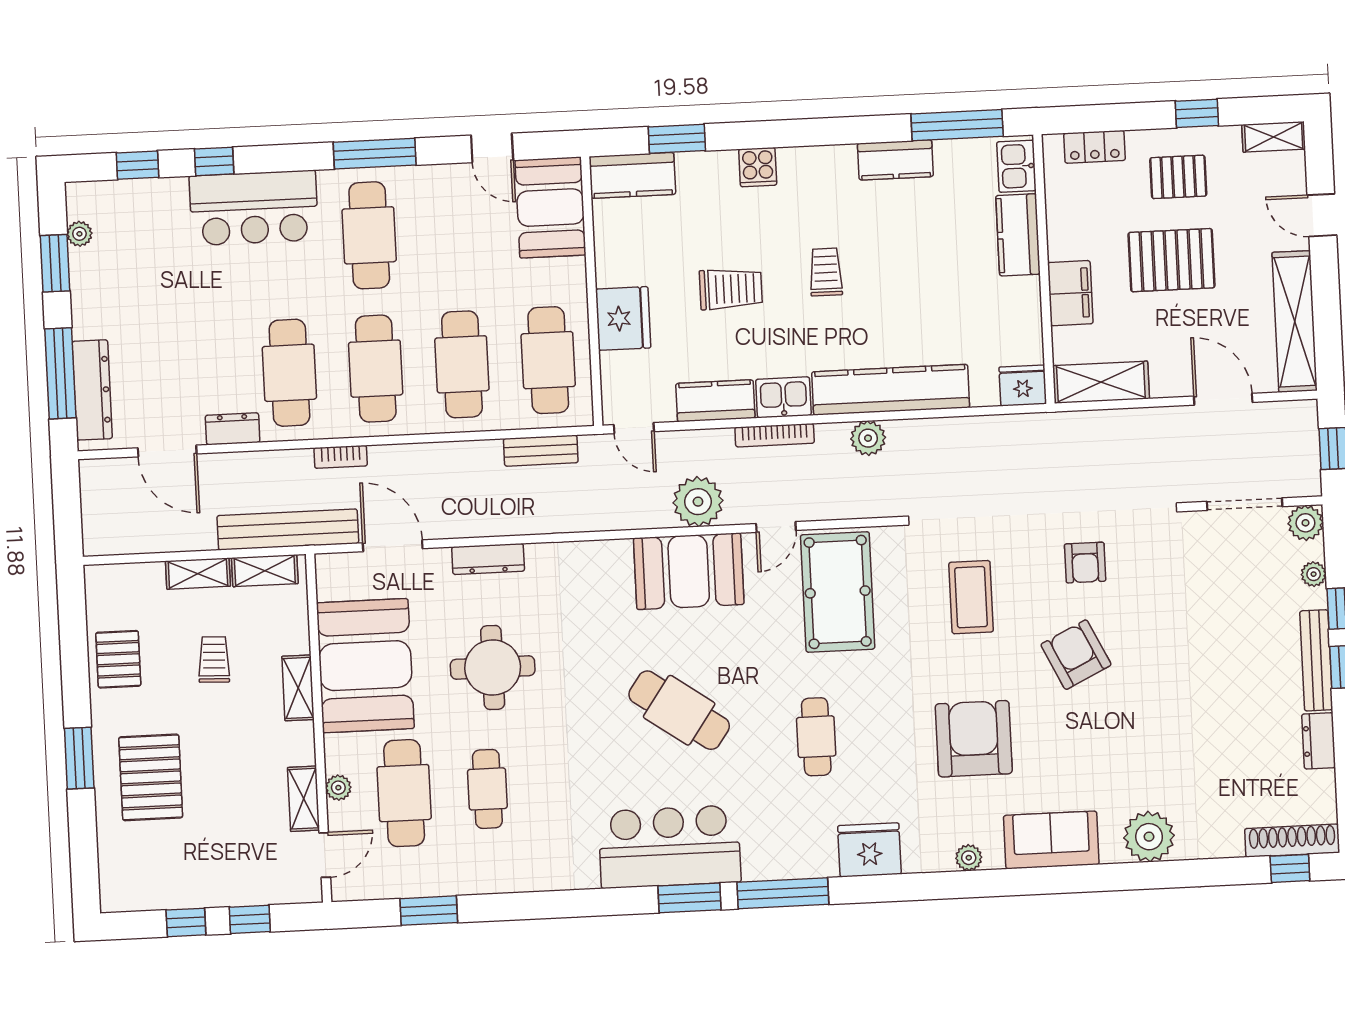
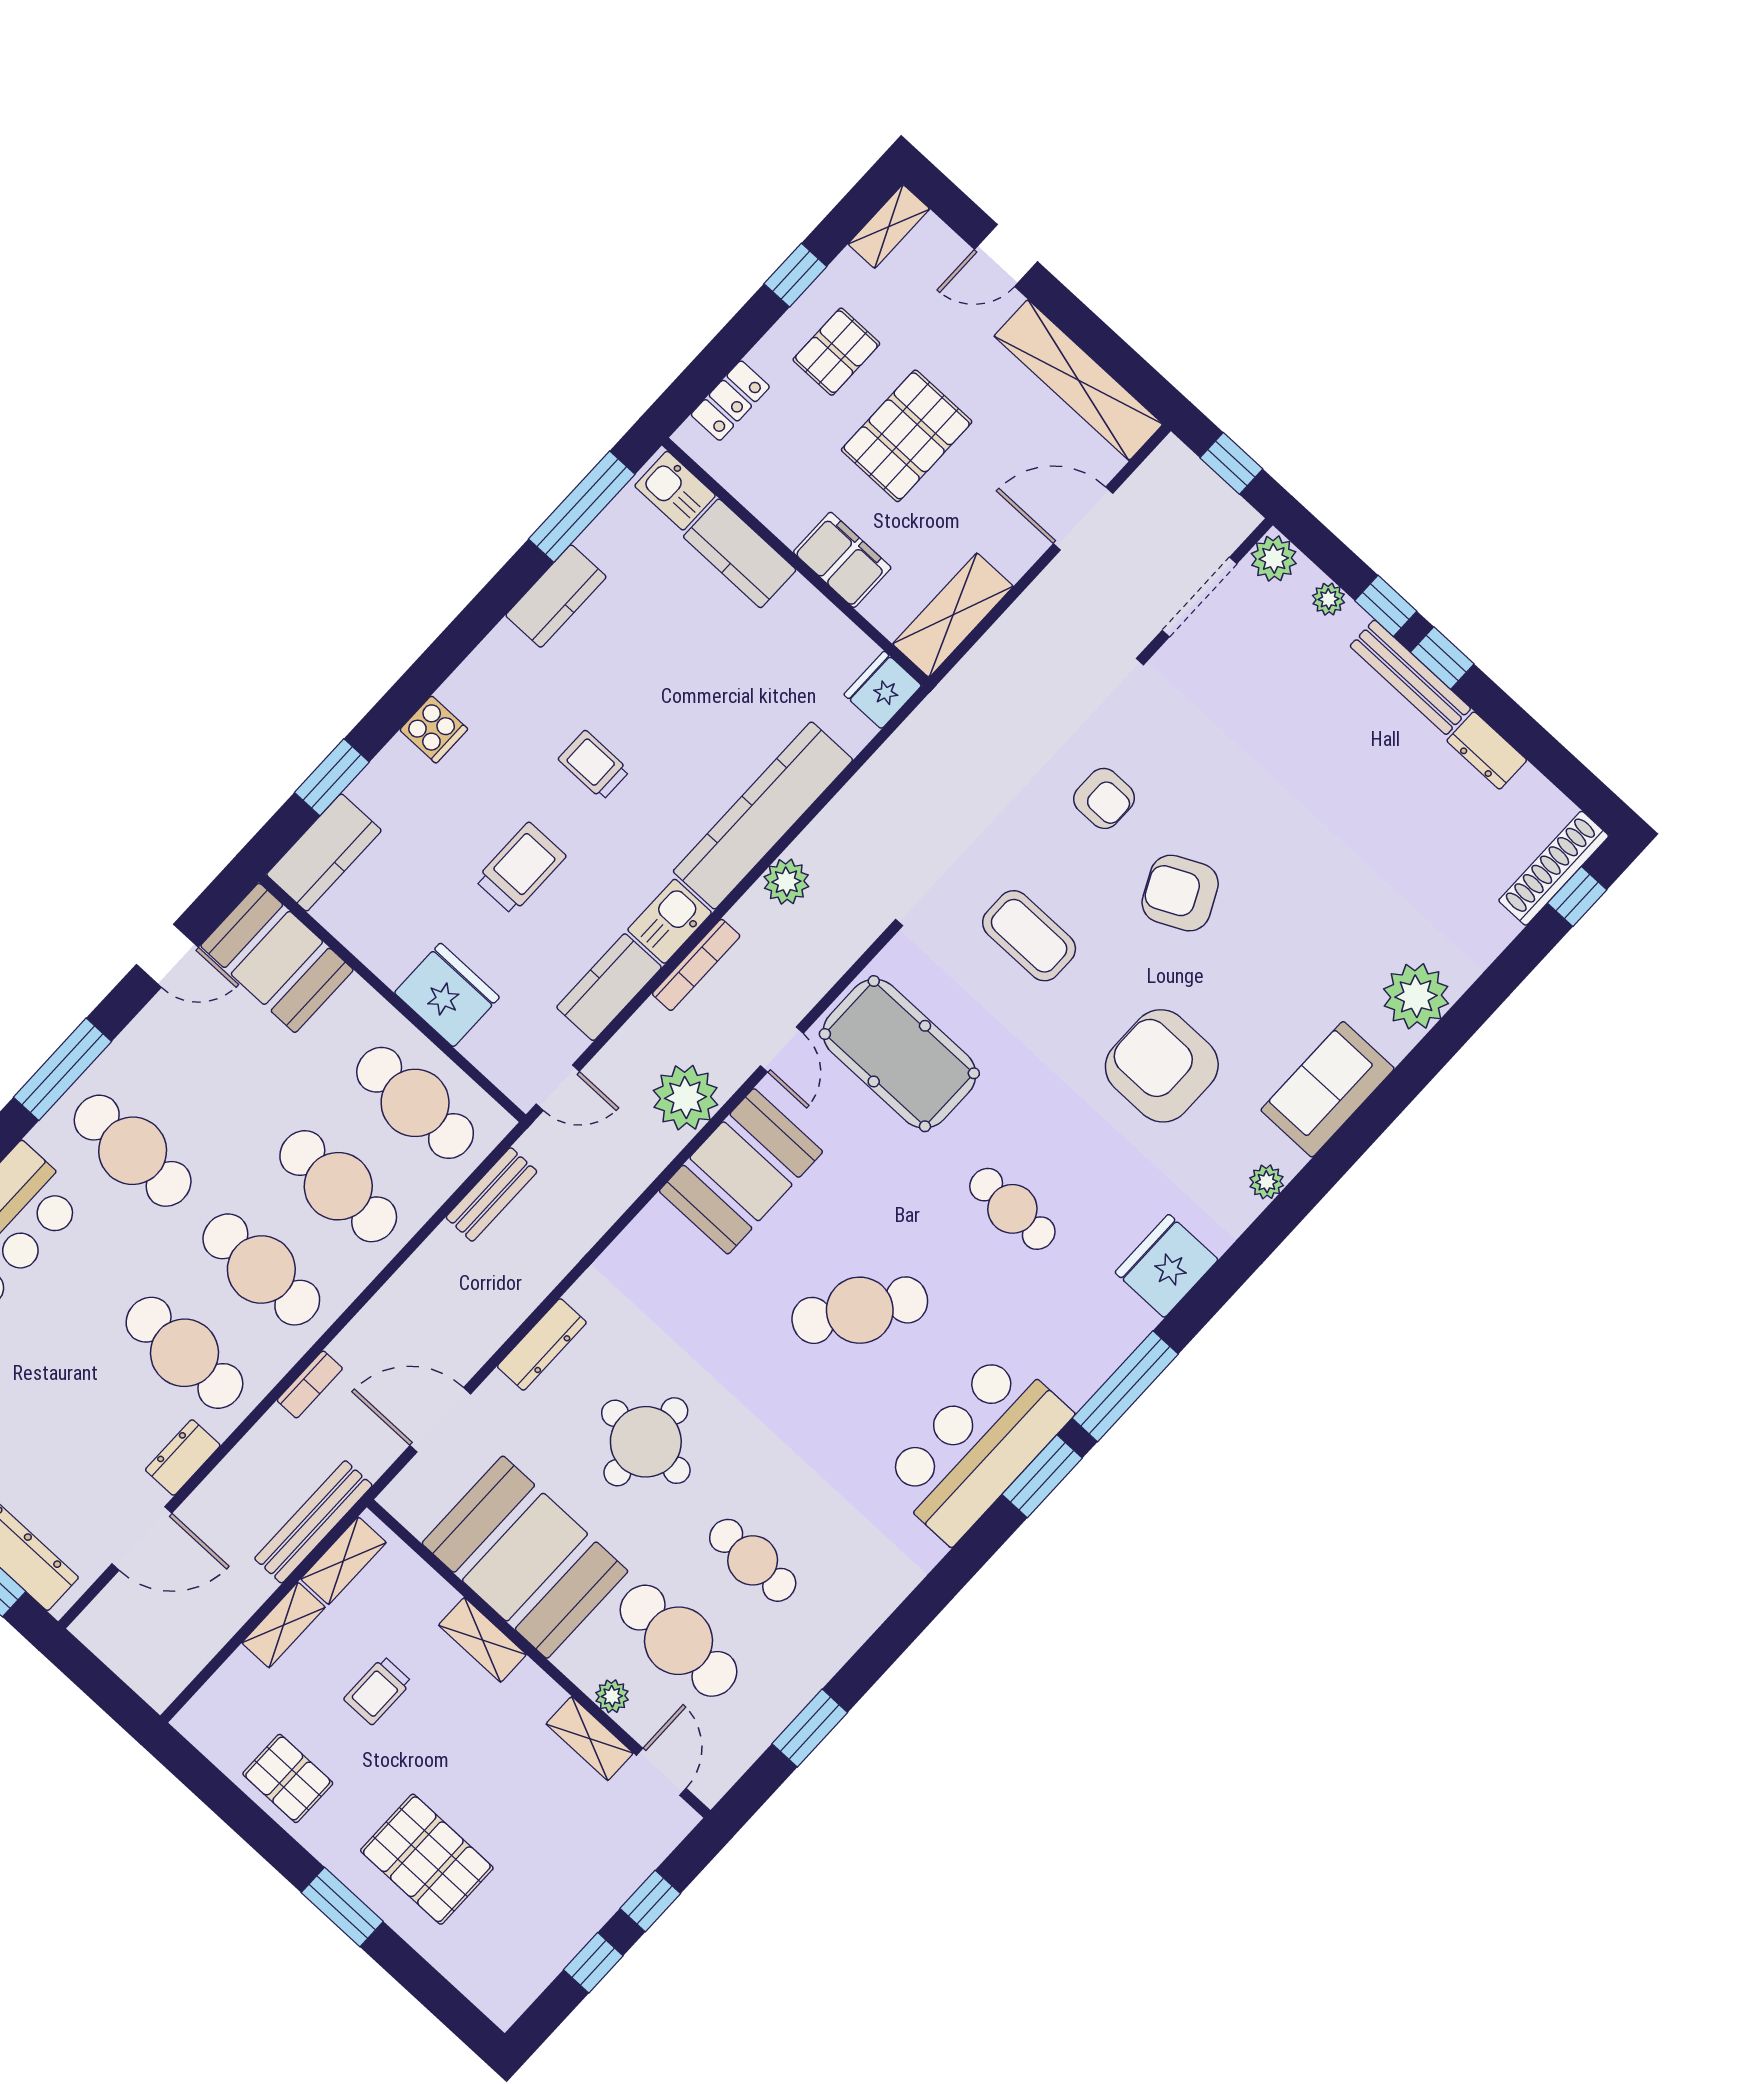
bench: (288, 529) -> (313, 1522), width x0.73, depth x0.82
trolley: (214, 660) -> (378, 1691), turned -92

